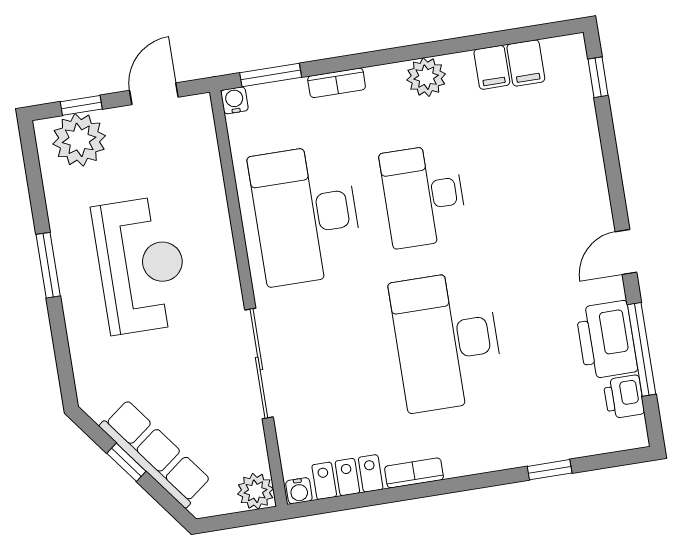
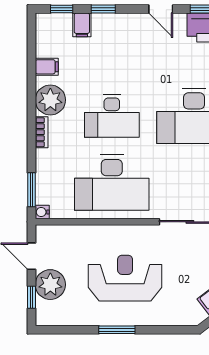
filing cabinet: (526, 63) -> (82, 25), moved, turned 90
plant: (426, 77) -> (50, 100), width x1.36, depth x1.36
bookcase: (337, 83) -> (42, 132), moved
plant: (79, 140) -> (50, 285), moved
window: (610, 151) -> (103, 9), added

